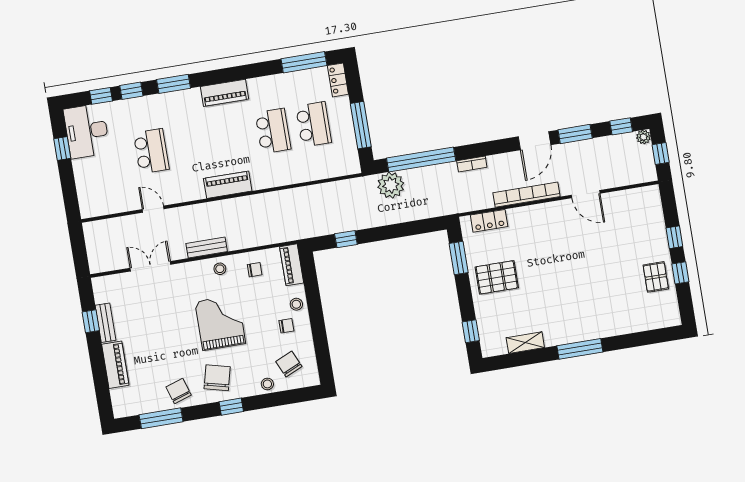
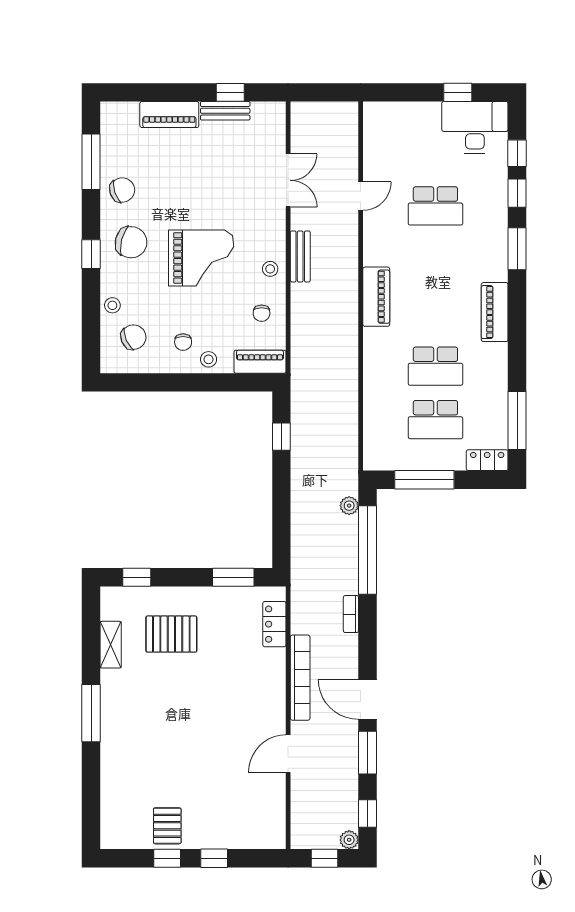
plant: (391, 185) -> (349, 506), width x0.53, depth x0.53
pallet: (497, 277) -> (171, 634), moved, turned 90
pallet: (656, 277) -> (167, 826), turned 90

